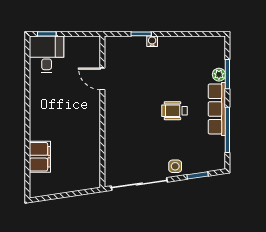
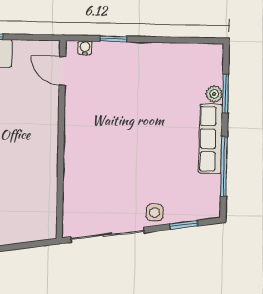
water cooler: (152, 41) -> (85, 48), moved
door: (102, 79) -> (62, 71), moved
wheelchair: (174, 111) -> (155, 140), removed

